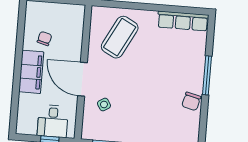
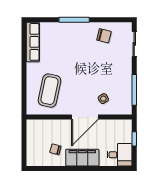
coffee table: (120, 37) -> (49, 91), turned 74
chair: (191, 101) -> (104, 36), moved
desk: (53, 121) -> (120, 155), moved

